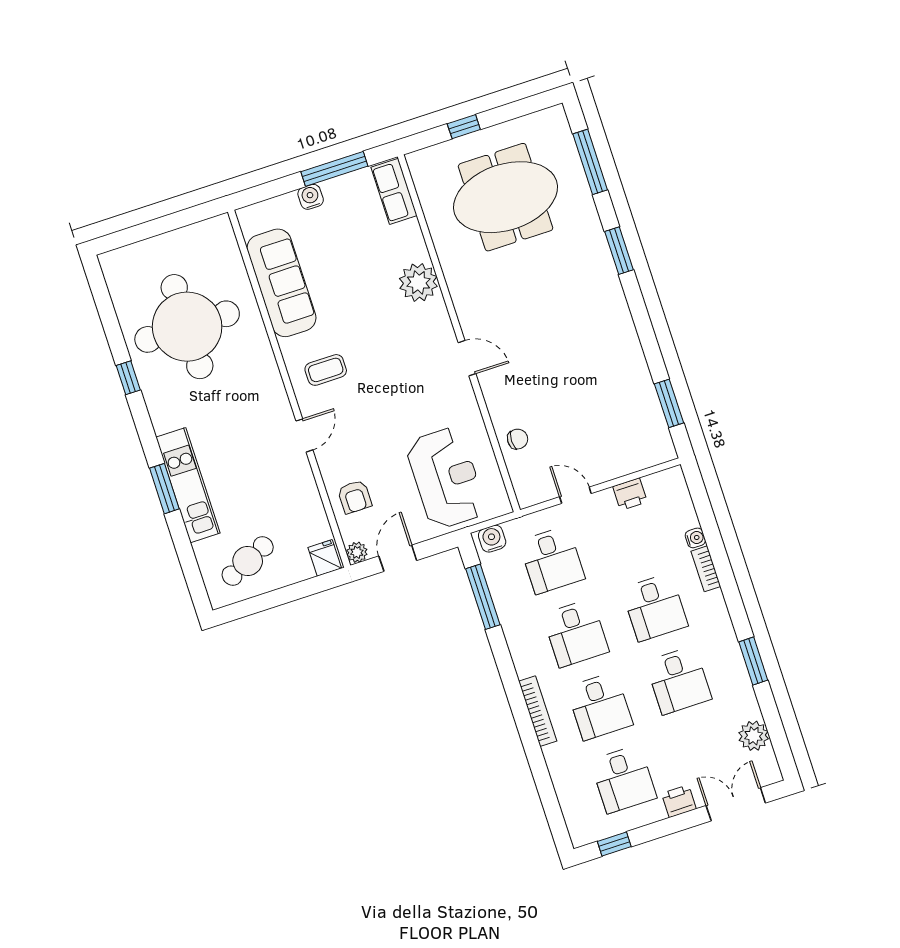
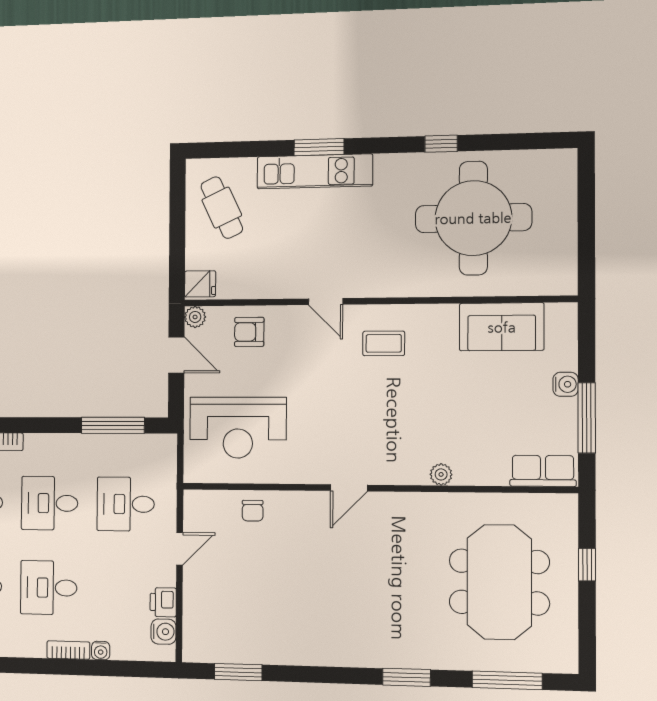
plant: (418, 282) -> (441, 474), width x0.53, depth x0.53
sofa: (281, 283) -> (502, 327), width x0.73
coffee table: (326, 370) -> (384, 343), turned 90
water cooler: (492, 539) -> (163, 632), moved

